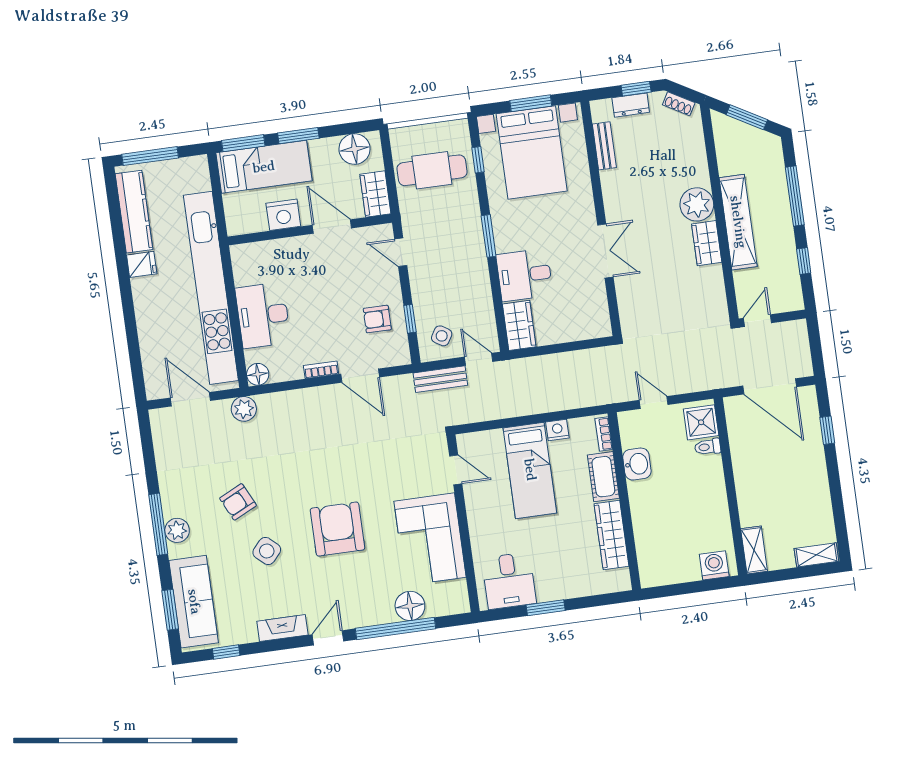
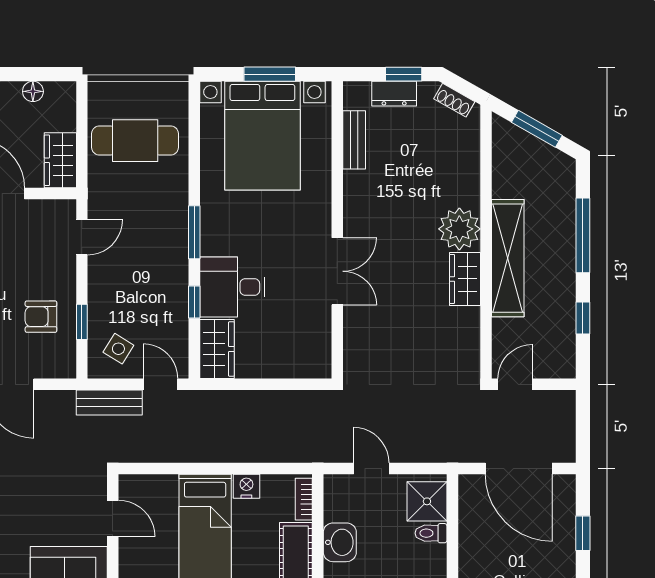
floor lamp: (355, 149) -> (33, 91), width x0.53, depth x0.53
window: (478, 160) -> (194, 302), moved
door: (401, 252) -> (82, 237), swing flipped

